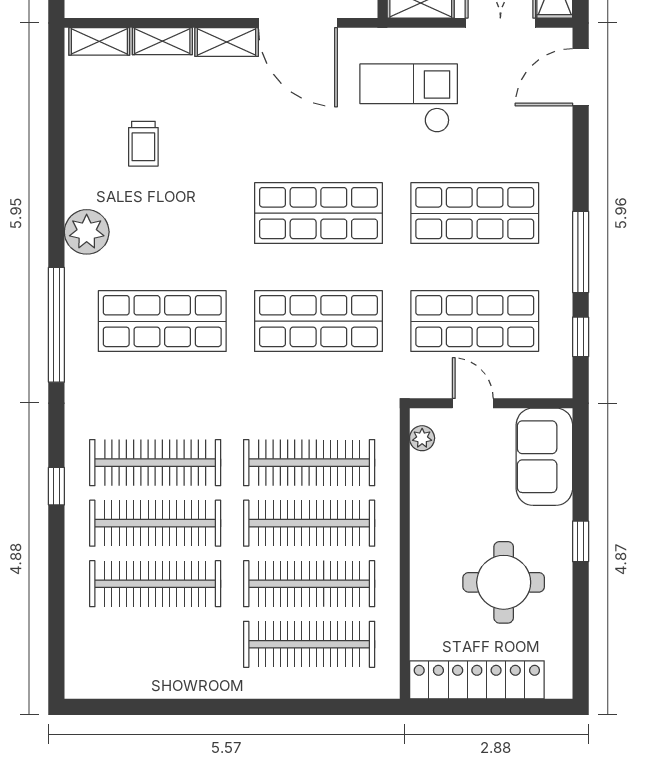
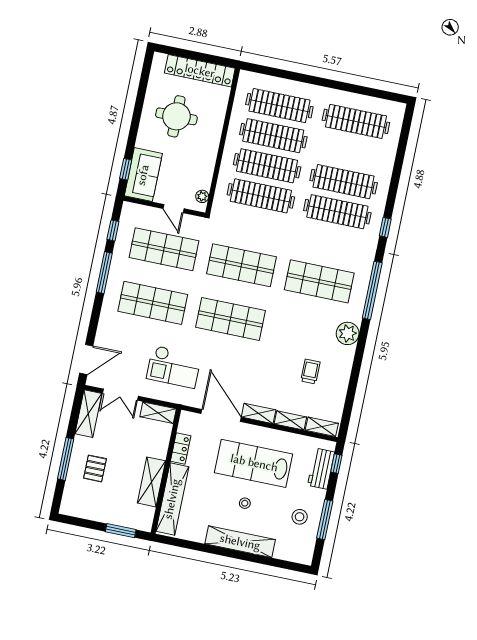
window: (56, 486) -> (385, 227), moved
window: (581, 541) -> (126, 169), moved
clothes rail: (155, 584) -> (356, 121), moved

